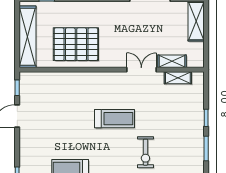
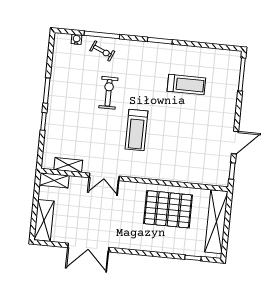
shelving: (172, 61) -> (54, 180), moved
treadmill: (114, 119) -> (136, 130), turned -90

